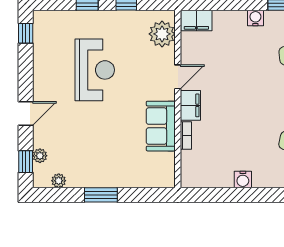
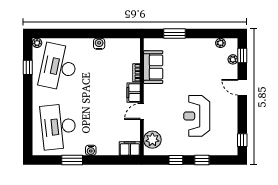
door: (26, 114) -> (242, 87), hinge flipped
sofa: (161, 126) -> (153, 67), moved
window: (101, 195) -> (175, 34), moved

